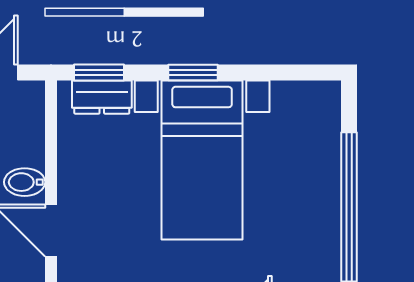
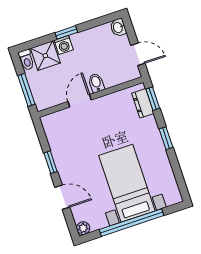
bed with nightstands: (202, 160) -> (127, 183), moved, turned 90

